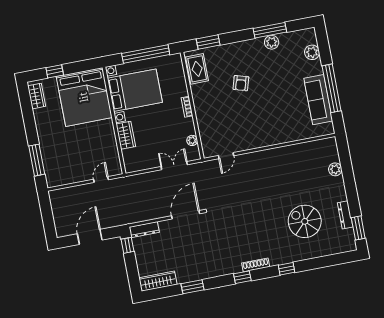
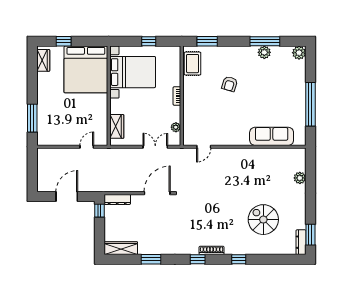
plant: (312, 52) -> (299, 53), moved
window: (146, 54) -> (149, 41), width x0.32
sofa: (318, 100) -> (272, 136), moved, turned 90
wardrobe: (126, 135) -> (117, 126), moved
dresser: (345, 215) -> (301, 242), moved

